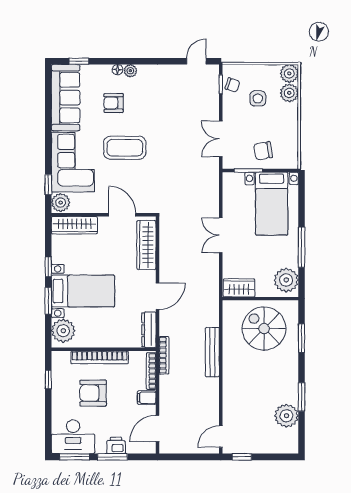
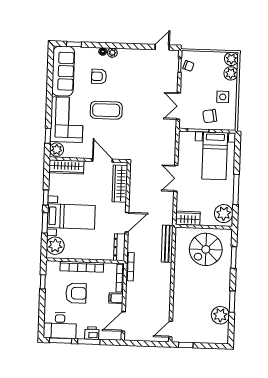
side table: (258, 99) -> (223, 97), moved
spiral stairs: (264, 329) -> (206, 249), turned -90
bench: (212, 352) -> (167, 244), moved
armchair: (93, 393) -> (76, 293), turned 180

